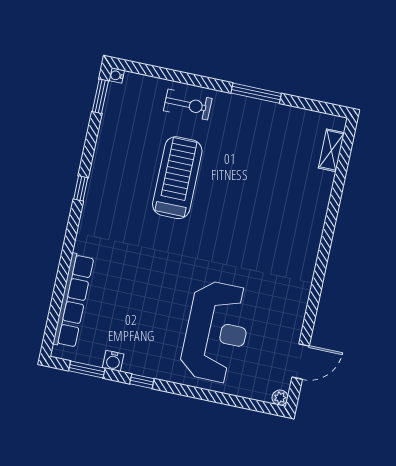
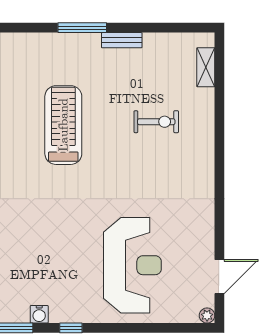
window: (256, 93) -> (82, 28), moved
exercise bike: (188, 105) -> (156, 122), moved
bench: (253, 106) -> (122, 40), added

